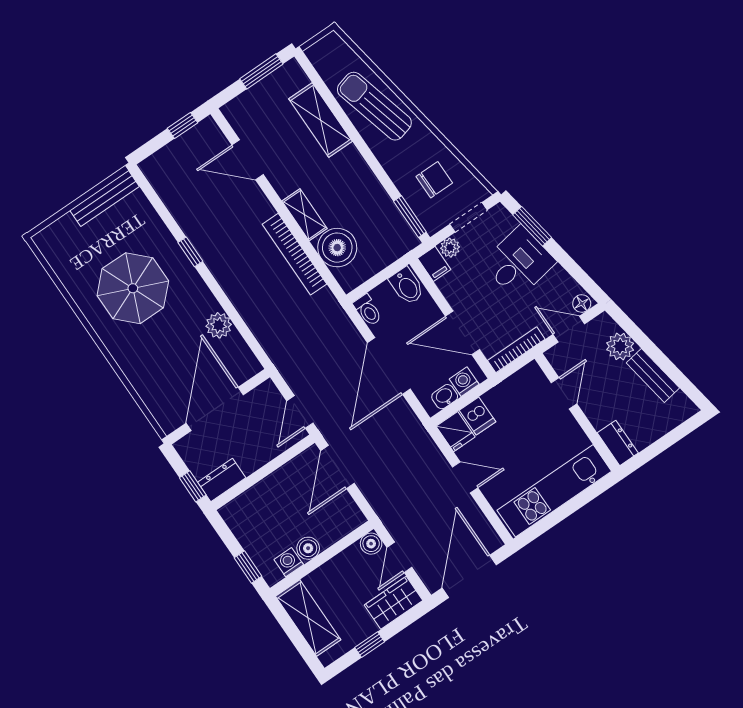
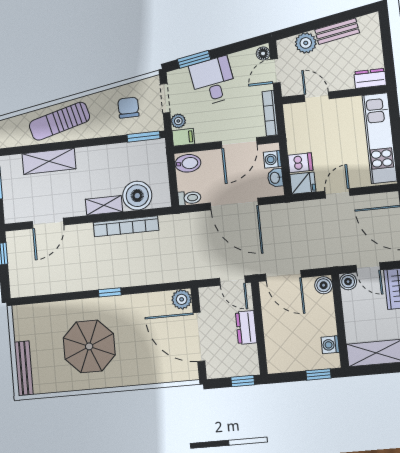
bench: (105, 198) -> (24, 368), moved
window: (190, 252) -> (110, 292), moved
plant: (219, 325) -> (182, 299), moved
dresser: (222, 480) -> (246, 327), moved
boiler: (308, 548) -> (324, 285), moved

